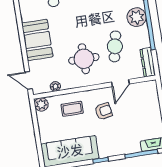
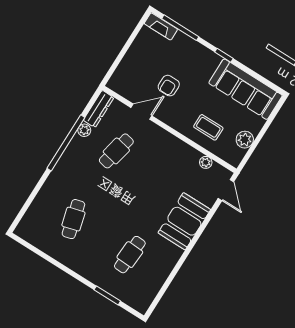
plant: (137, 17) -> (84, 130), moved, width x0.53, depth x0.53
round table: (84, 59) -> (156, 165), removed
plant: (41, 104) -> (245, 140), moved
armchair: (104, 111) -> (169, 86), moved, turned -80

